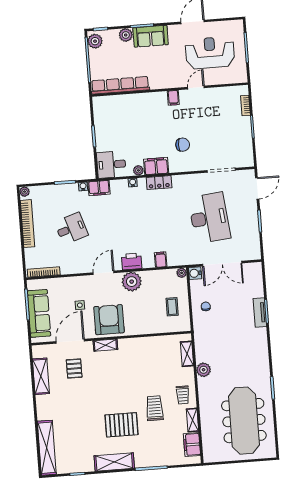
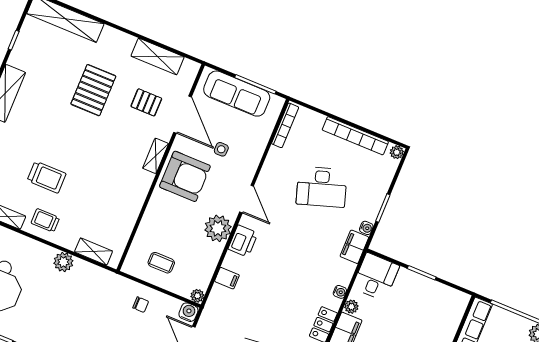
desk: (71, 229) -> (322, 187), width x1.37
pallet: (121, 425) -> (93, 90), moved

